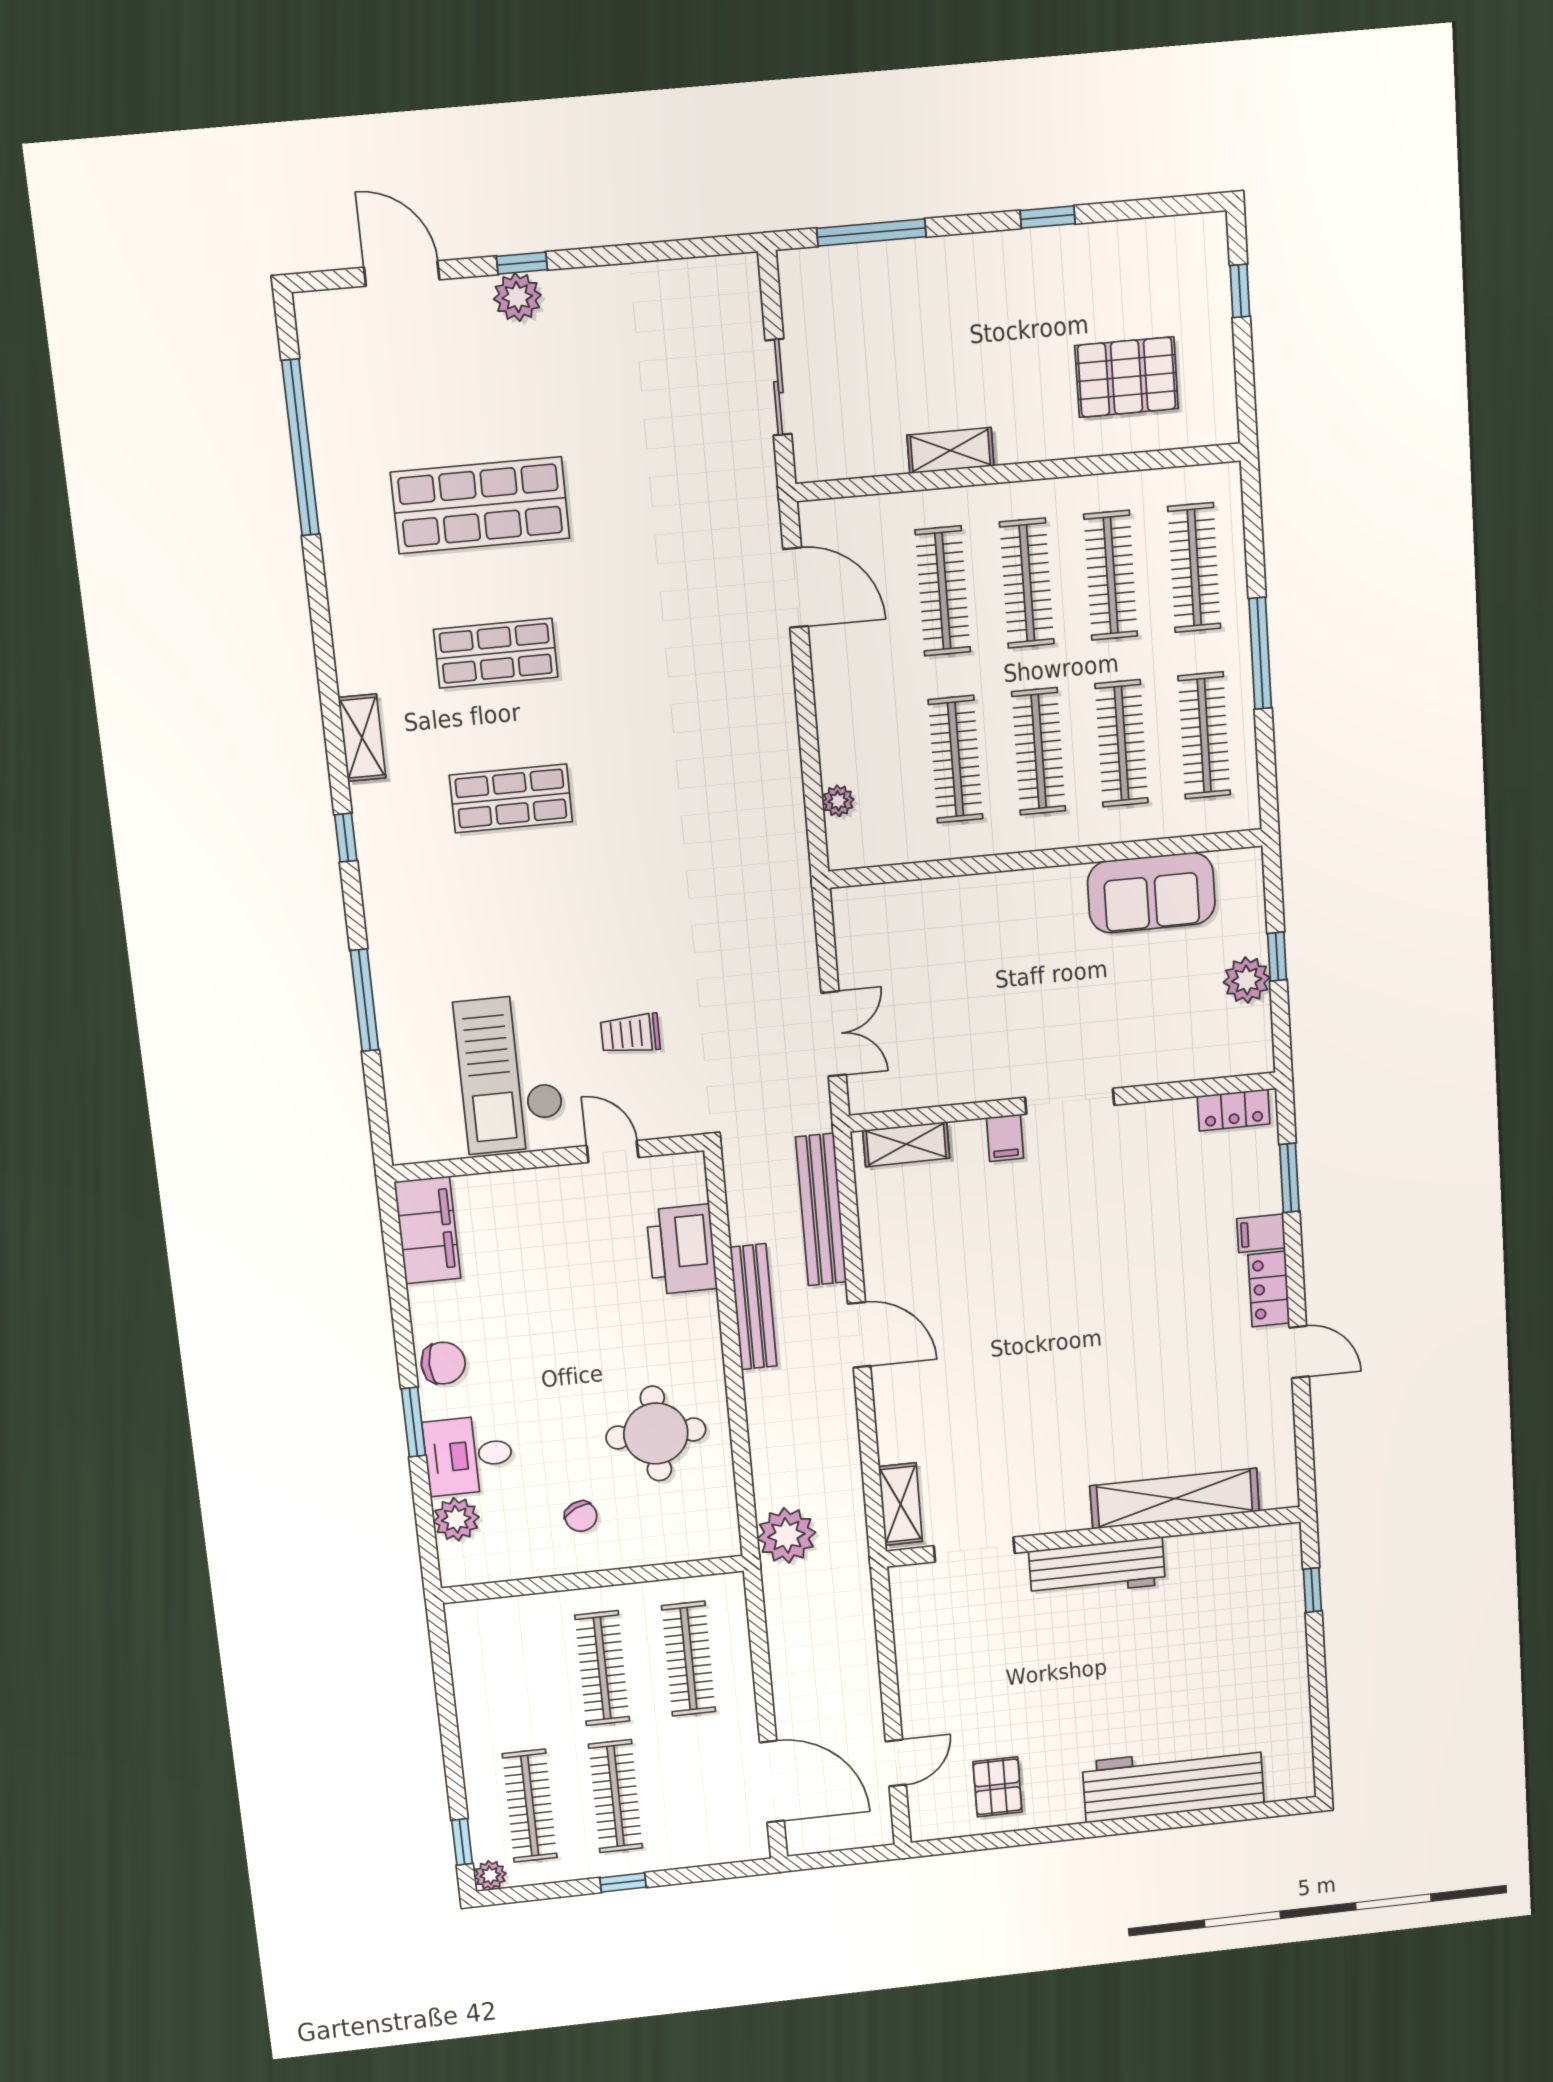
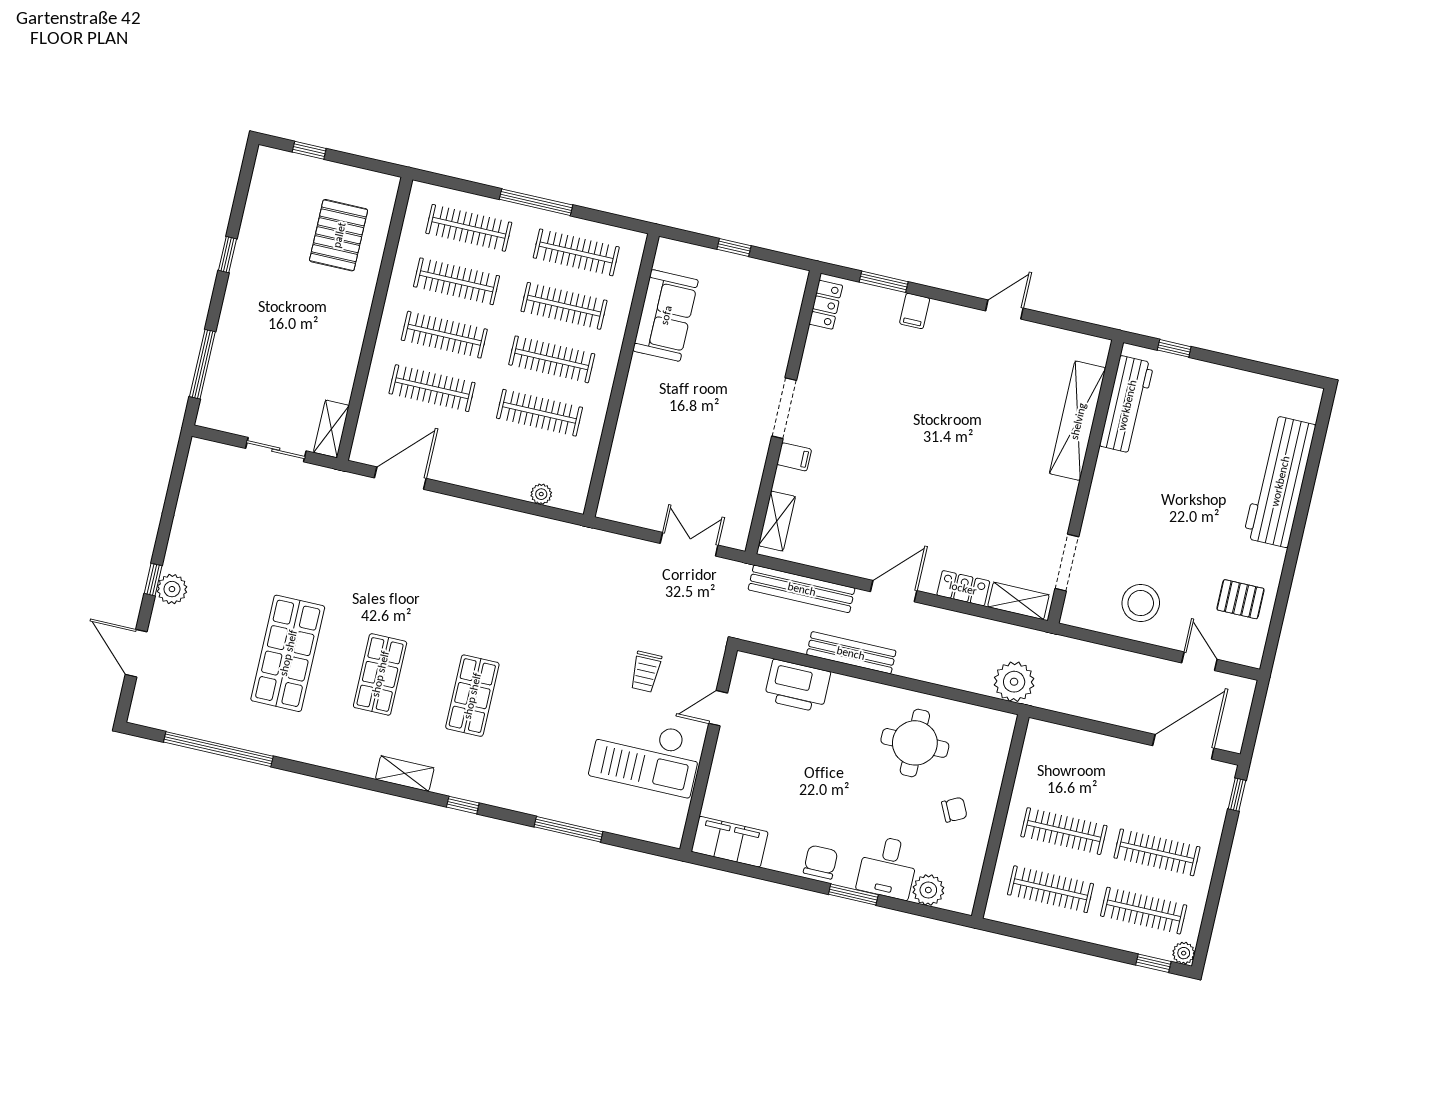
door: (402, 274) -> (136, 653), hinge flipped
shelving: (950, 450) -> (331, 429), moved
plant: (1247, 980) -> (743, 271), removed
locker: (1269, 1289) -> (963, 588), moved, turned 180
workbench: (1097, 1568) -> (1127, 405), moved
clothes rail: (689, 1659) -> (1051, 889), moved
stool: (950, 1663) -> (1141, 603), added
window: (623, 1882) -> (1237, 795), moved

